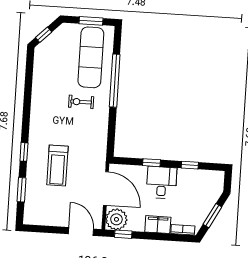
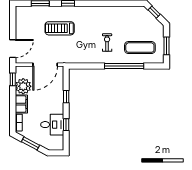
exercise mat: (91, 57) -> (140, 48), width x0.73, depth x0.69
desk: (162, 183) -> (52, 125), moved
plant: (116, 219) -> (23, 86), moved

